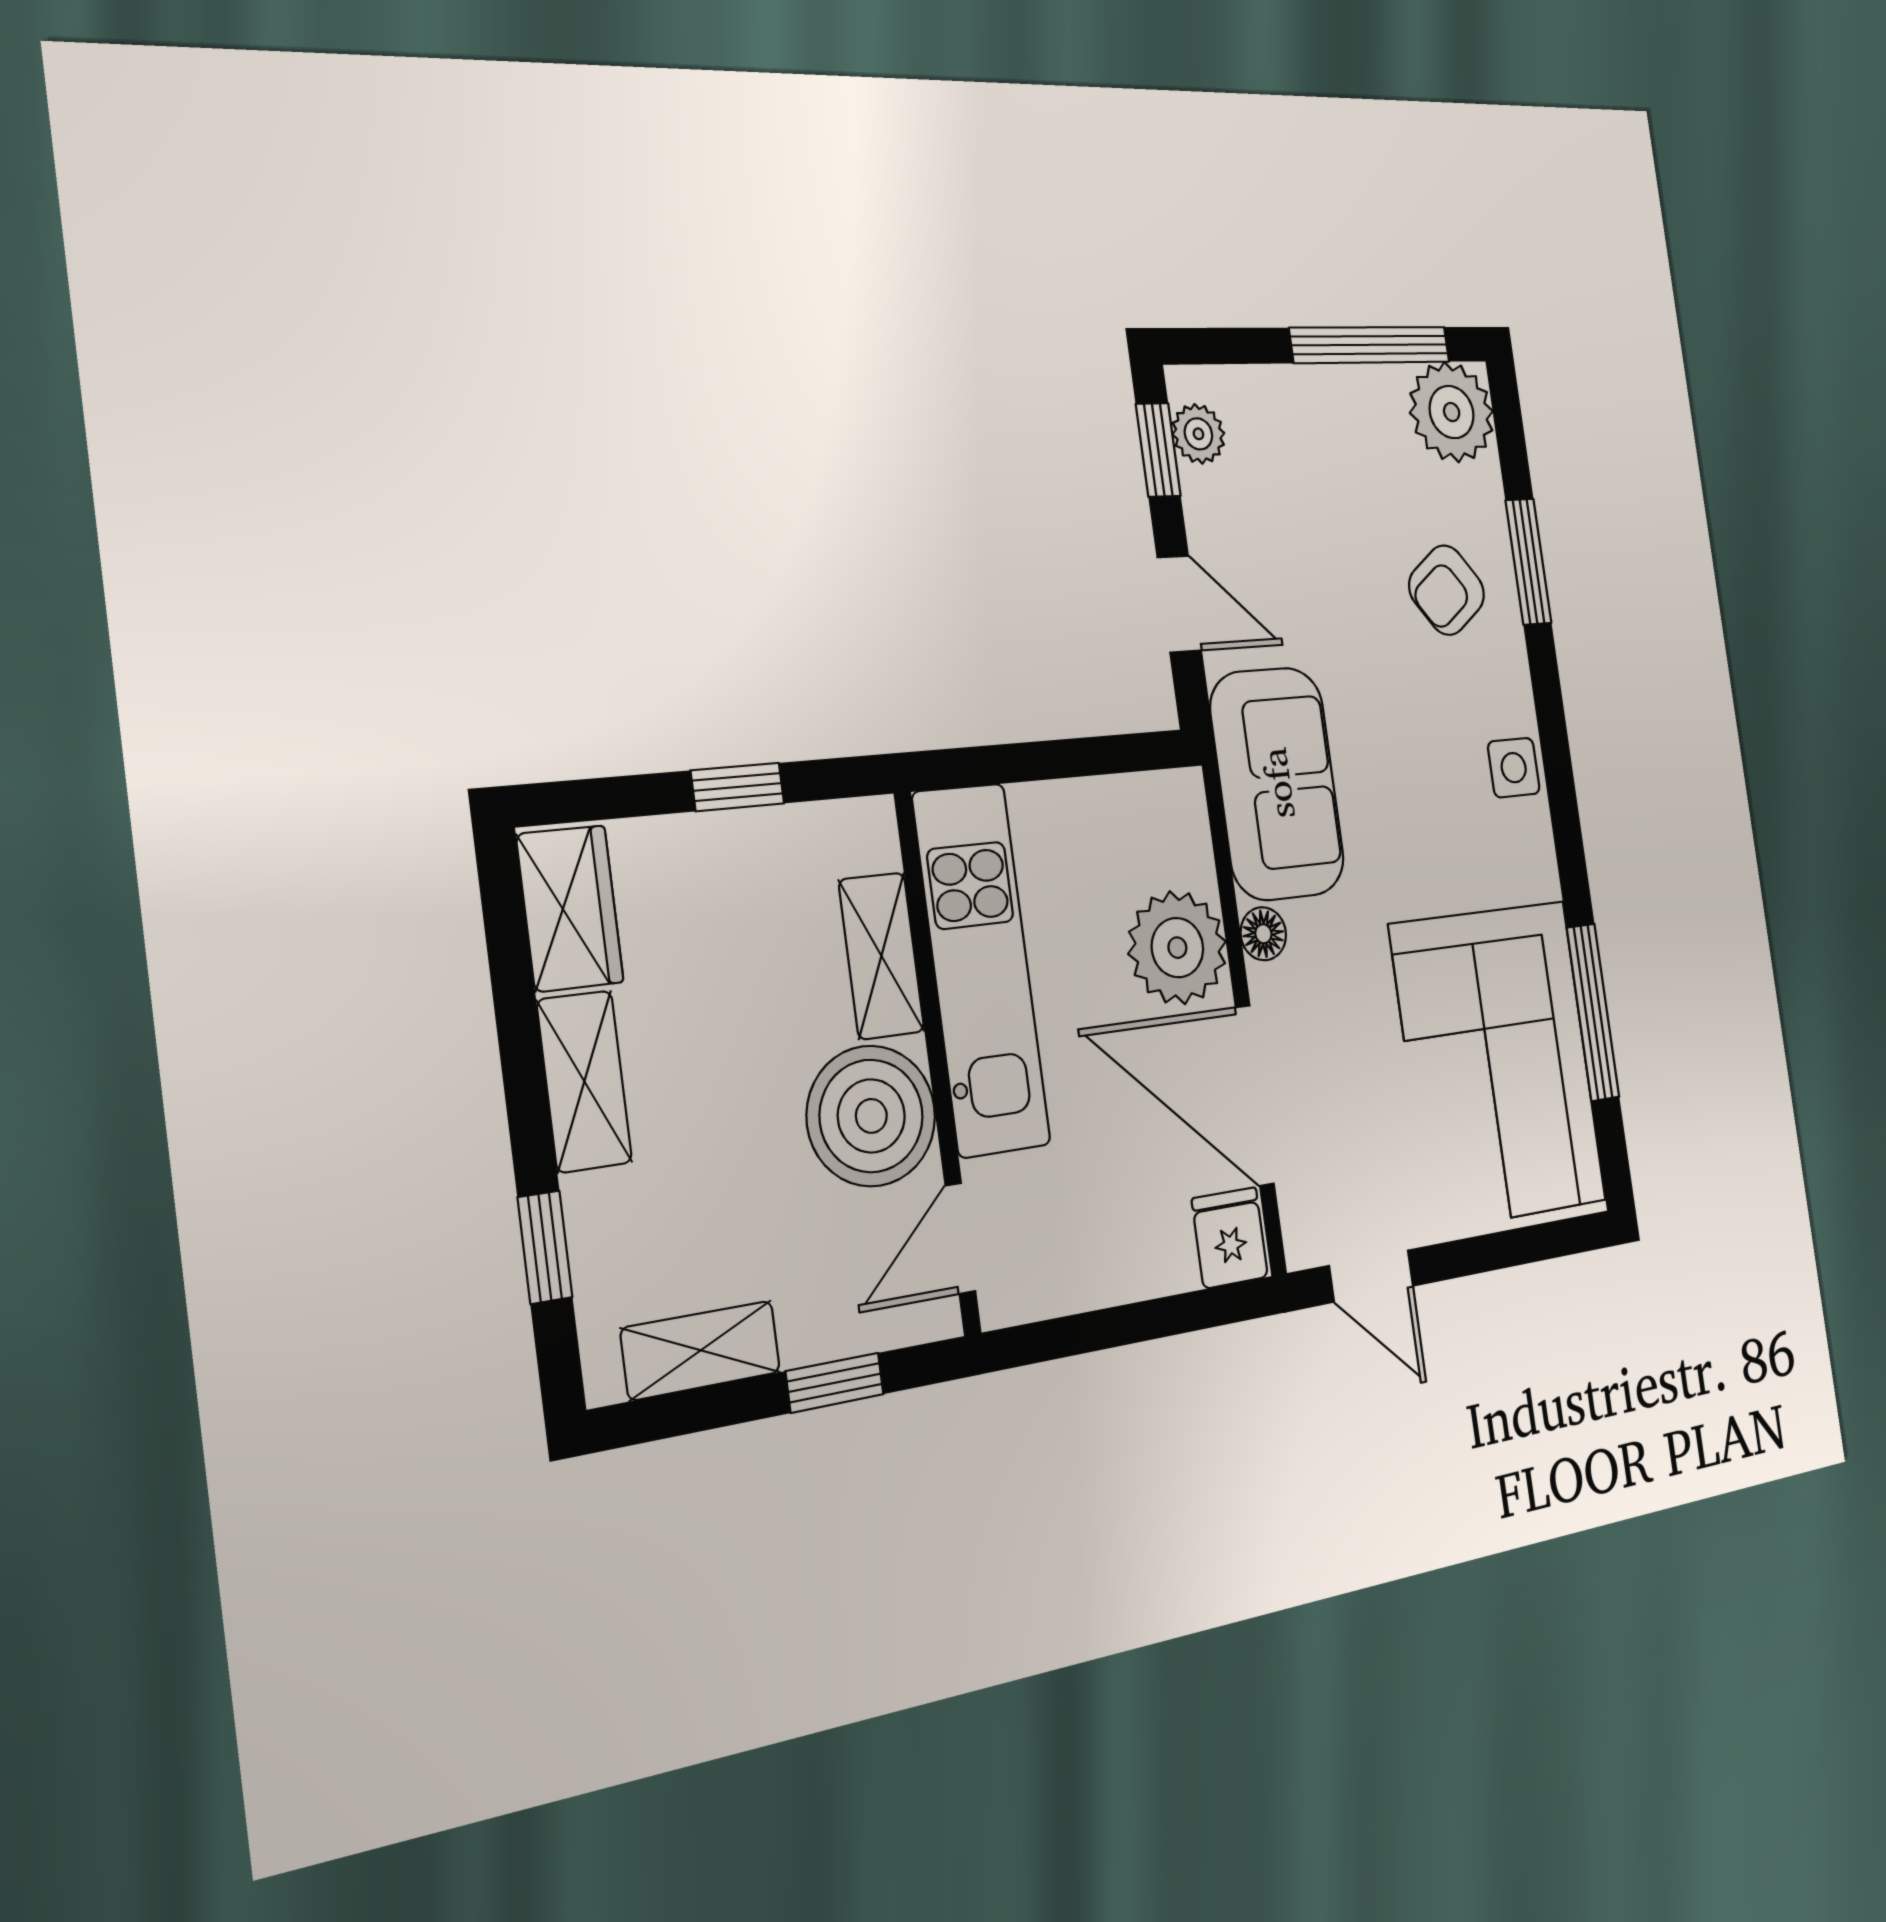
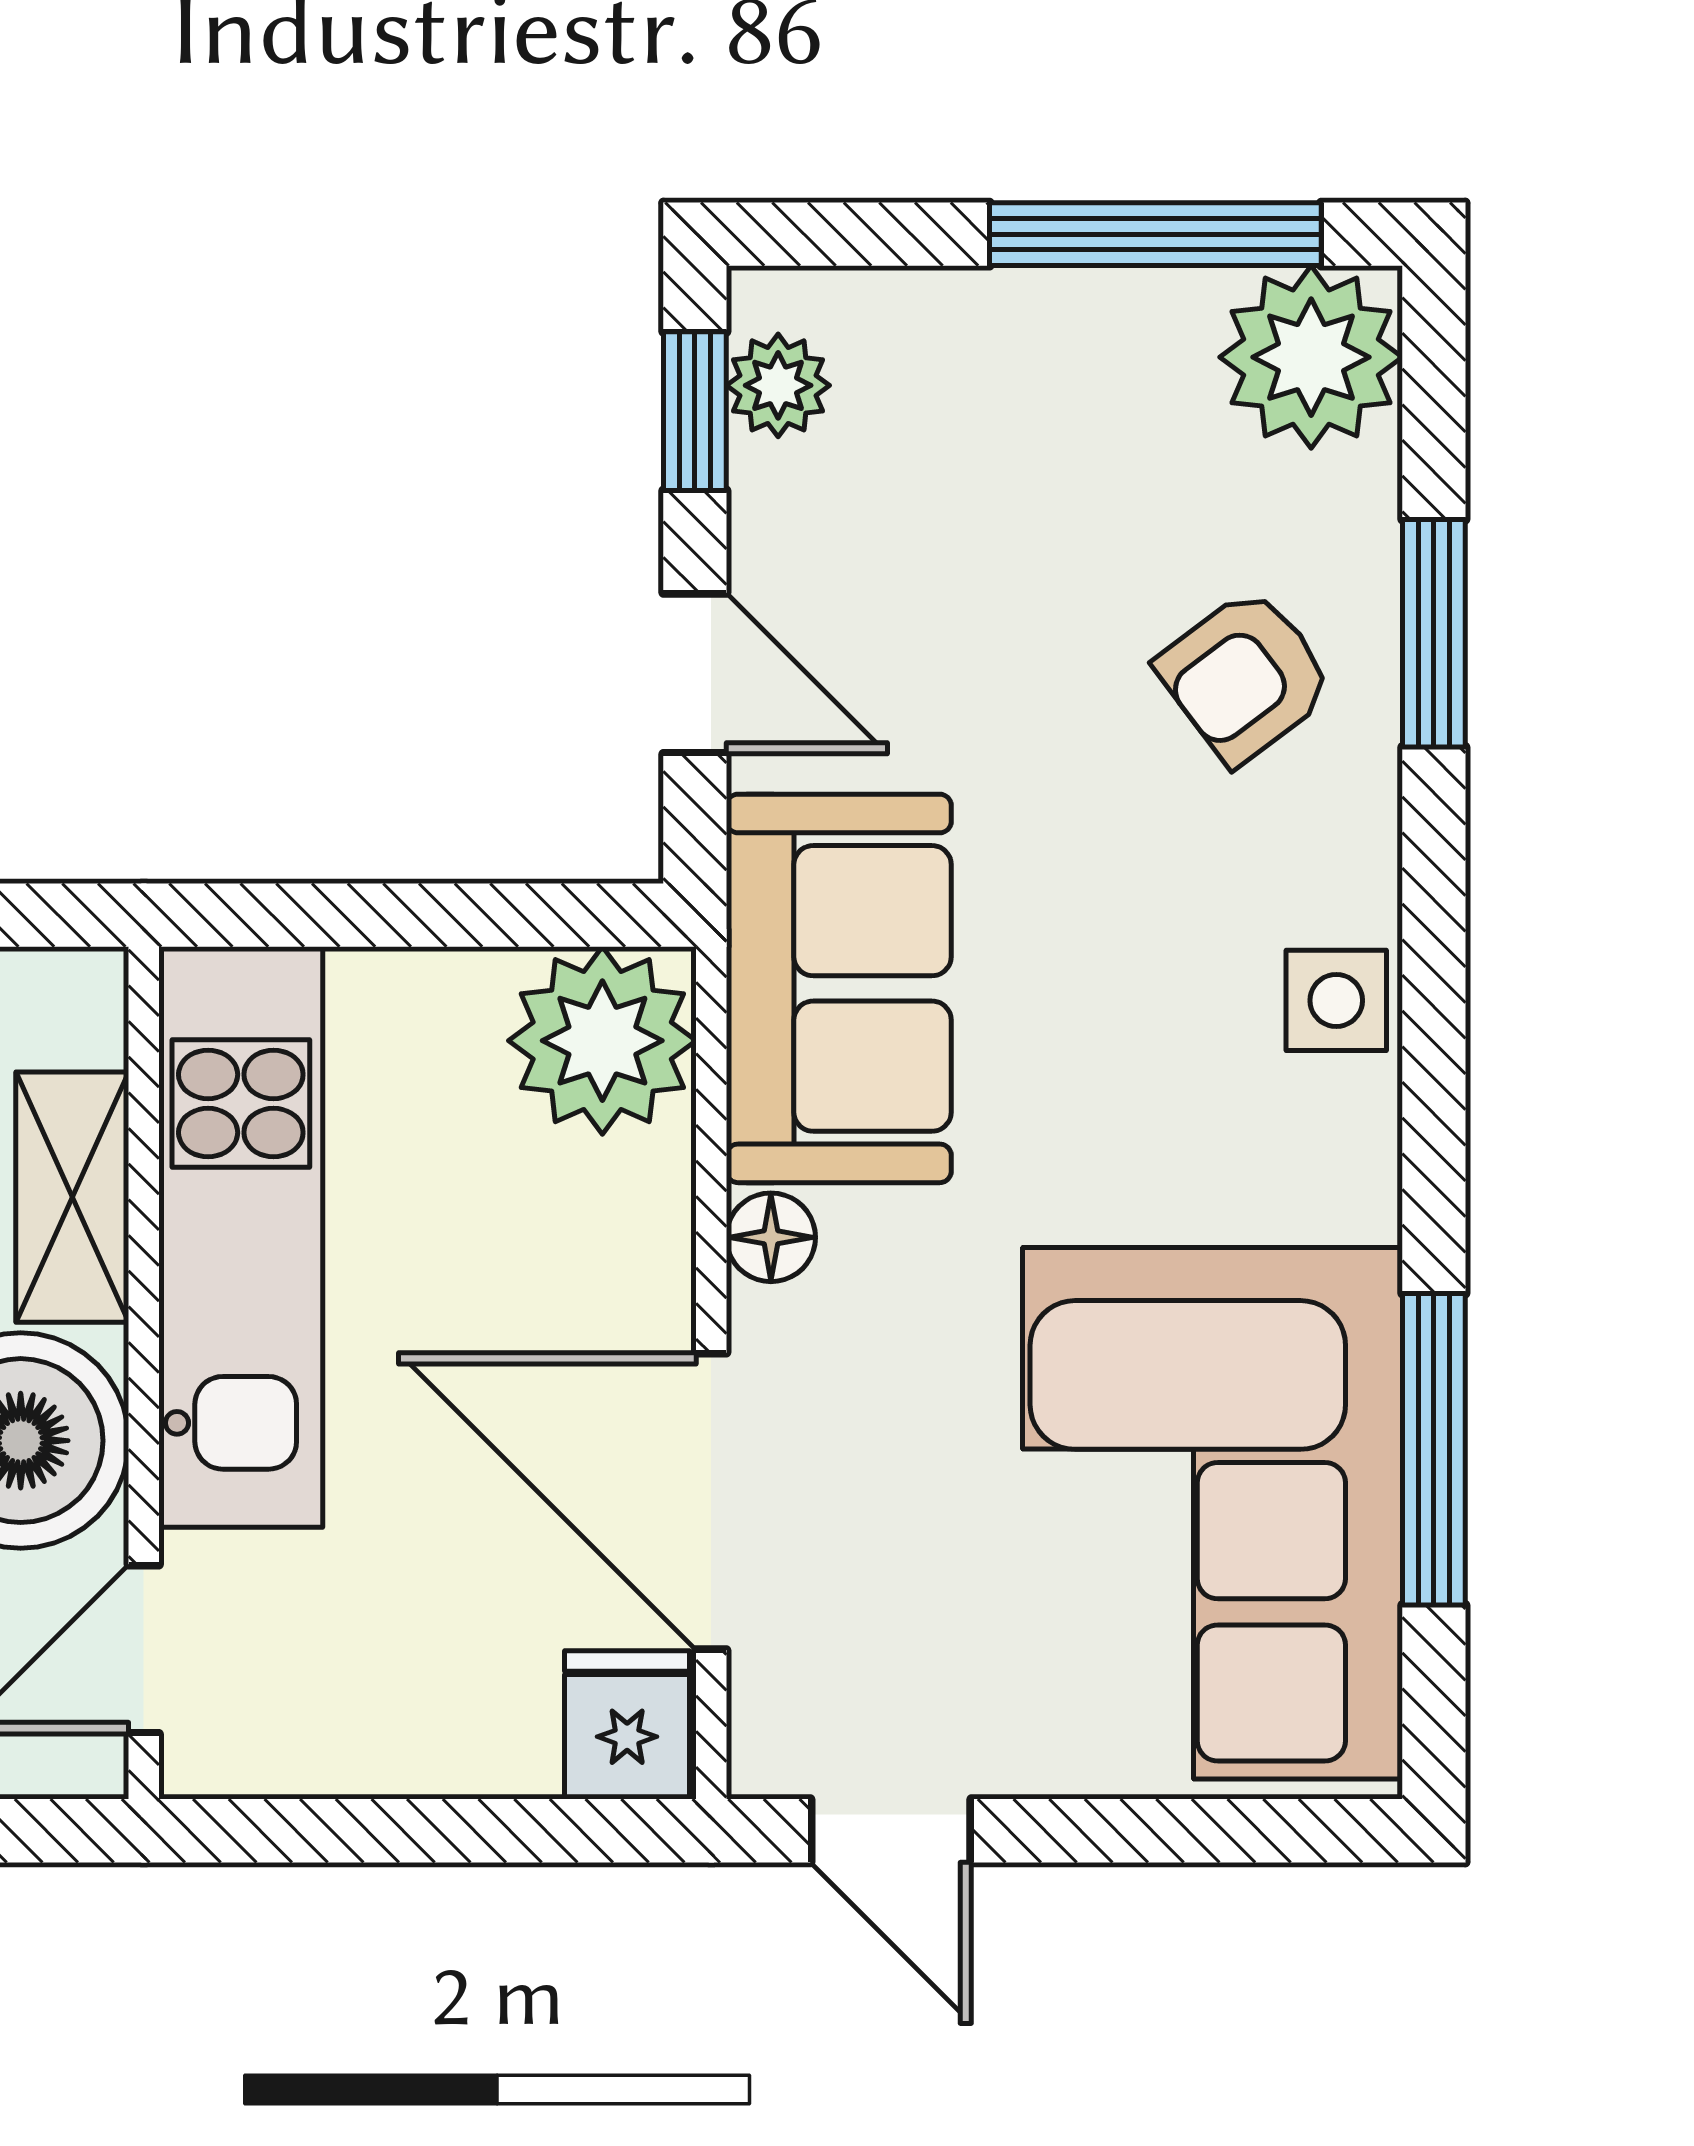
plant: (1177, 948) -> (602, 1041), moved

